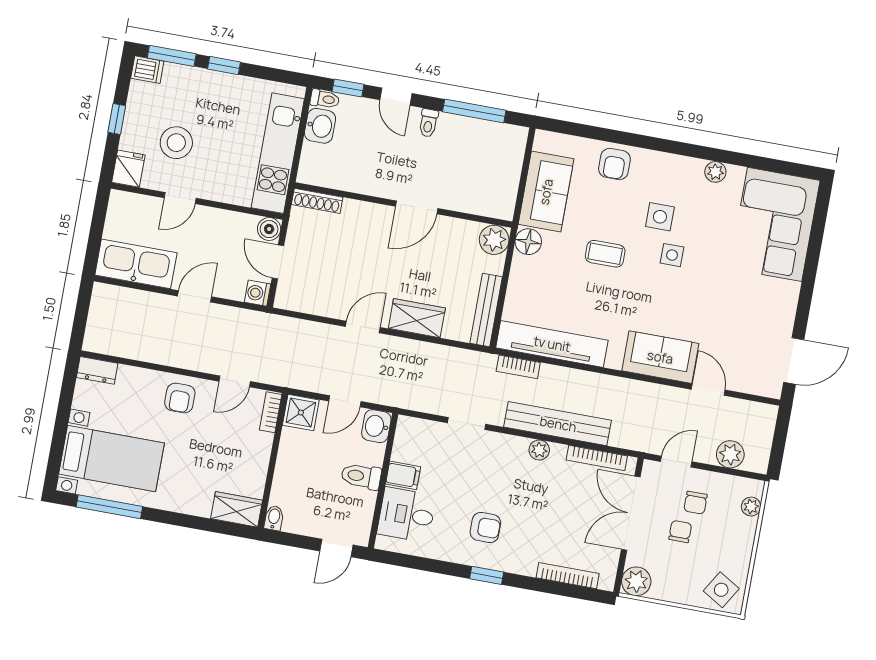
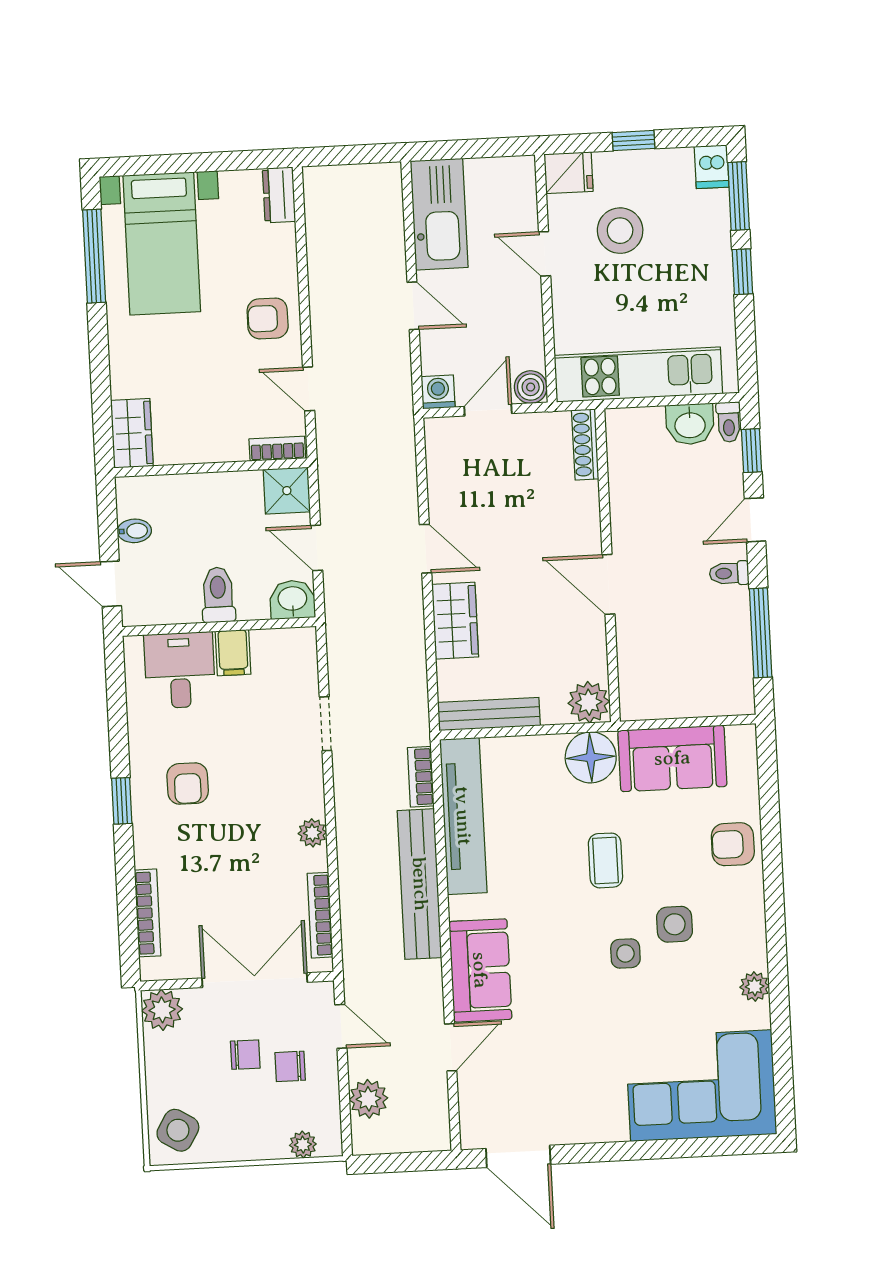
floor lamp: (528, 242) -> (591, 757), width x1.38, depth x1.38
bench: (558, 424) -> (420, 884), moved
bidet: (274, 518) -> (134, 531), moved

